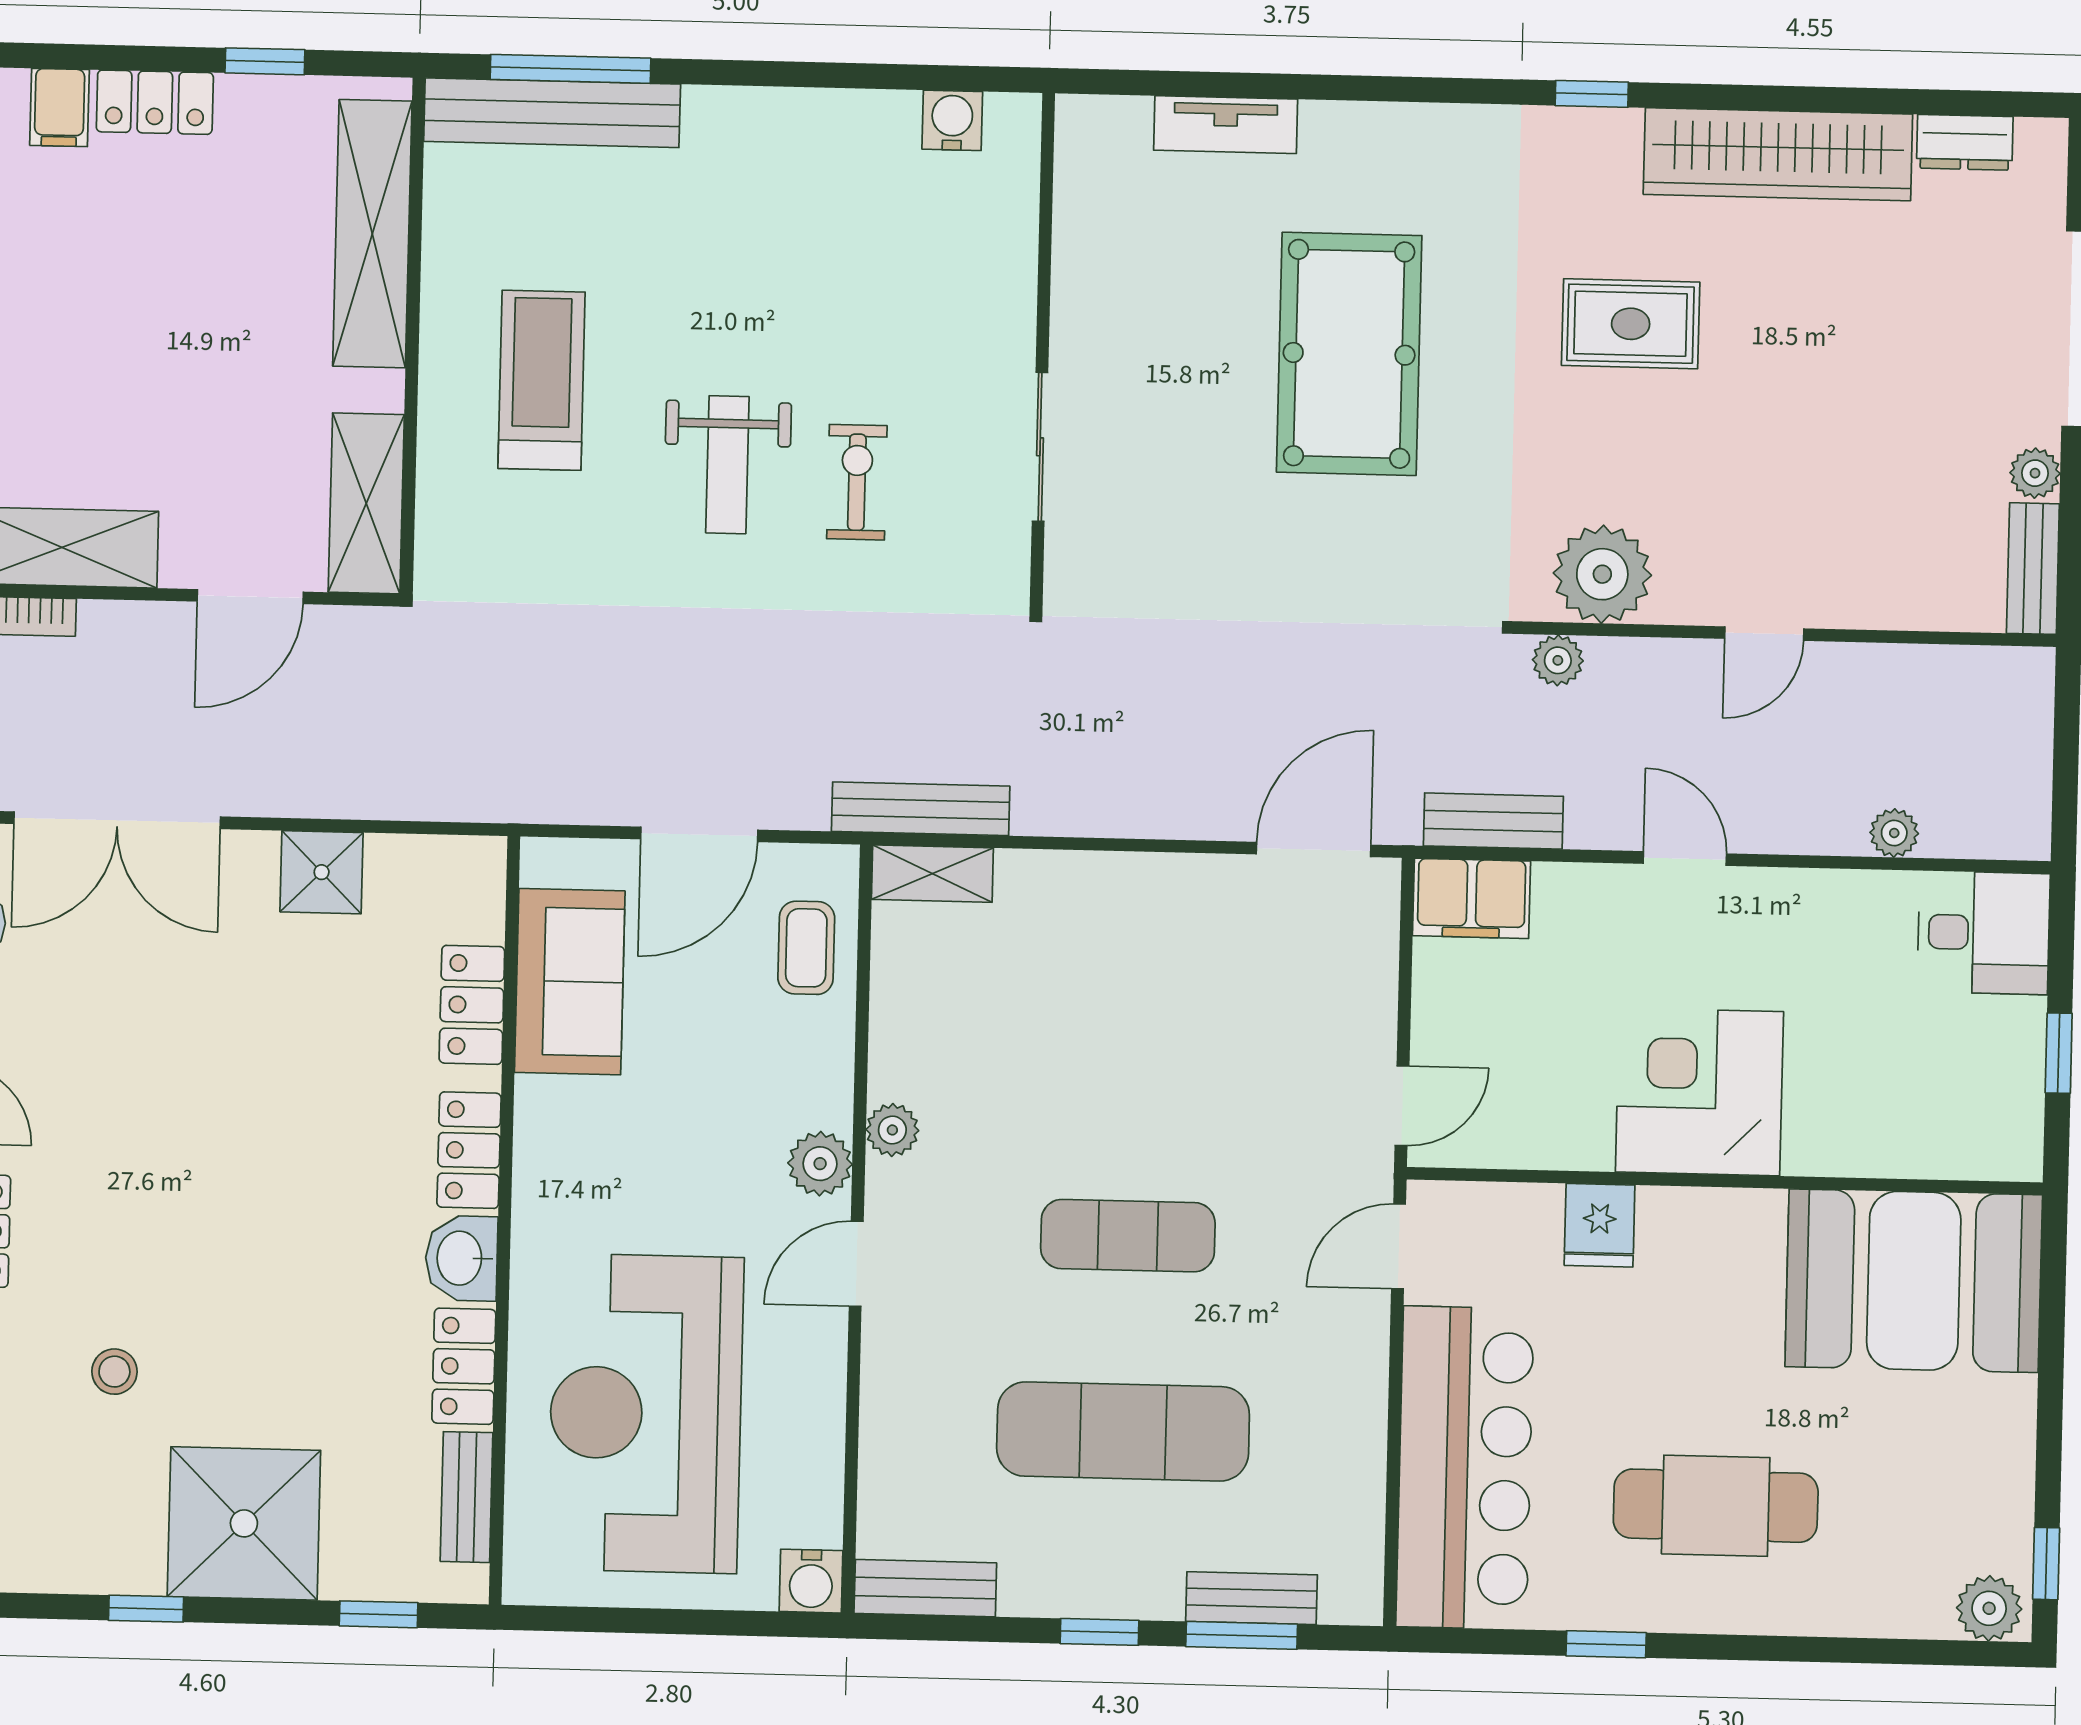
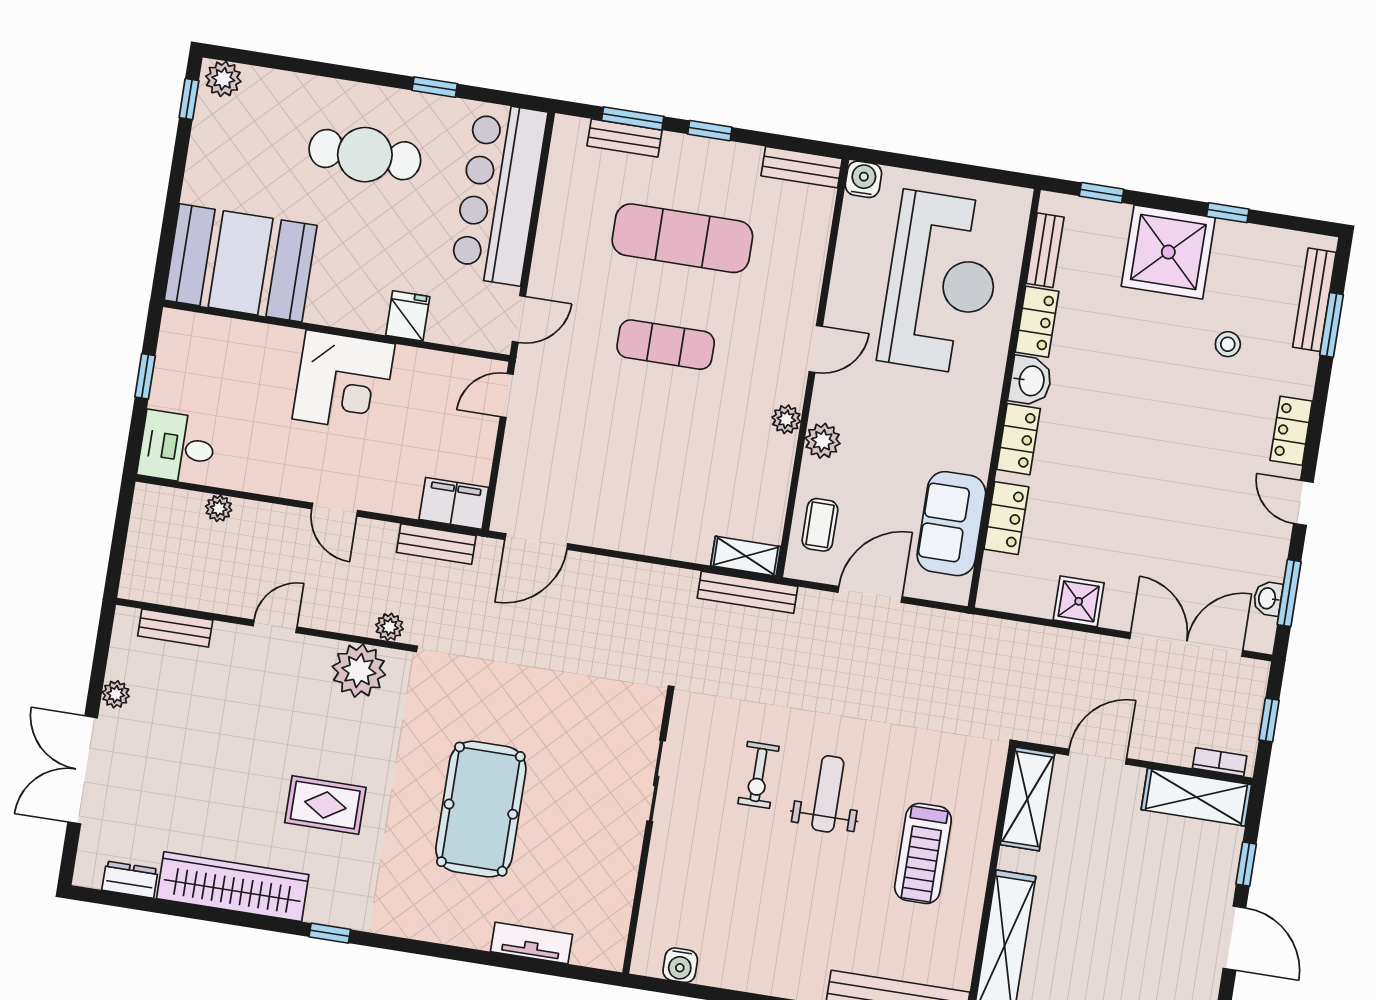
bench: (2033, 569) -> (175, 628), moved, turned 90
plant: (820, 1164) -> (823, 441), moved

